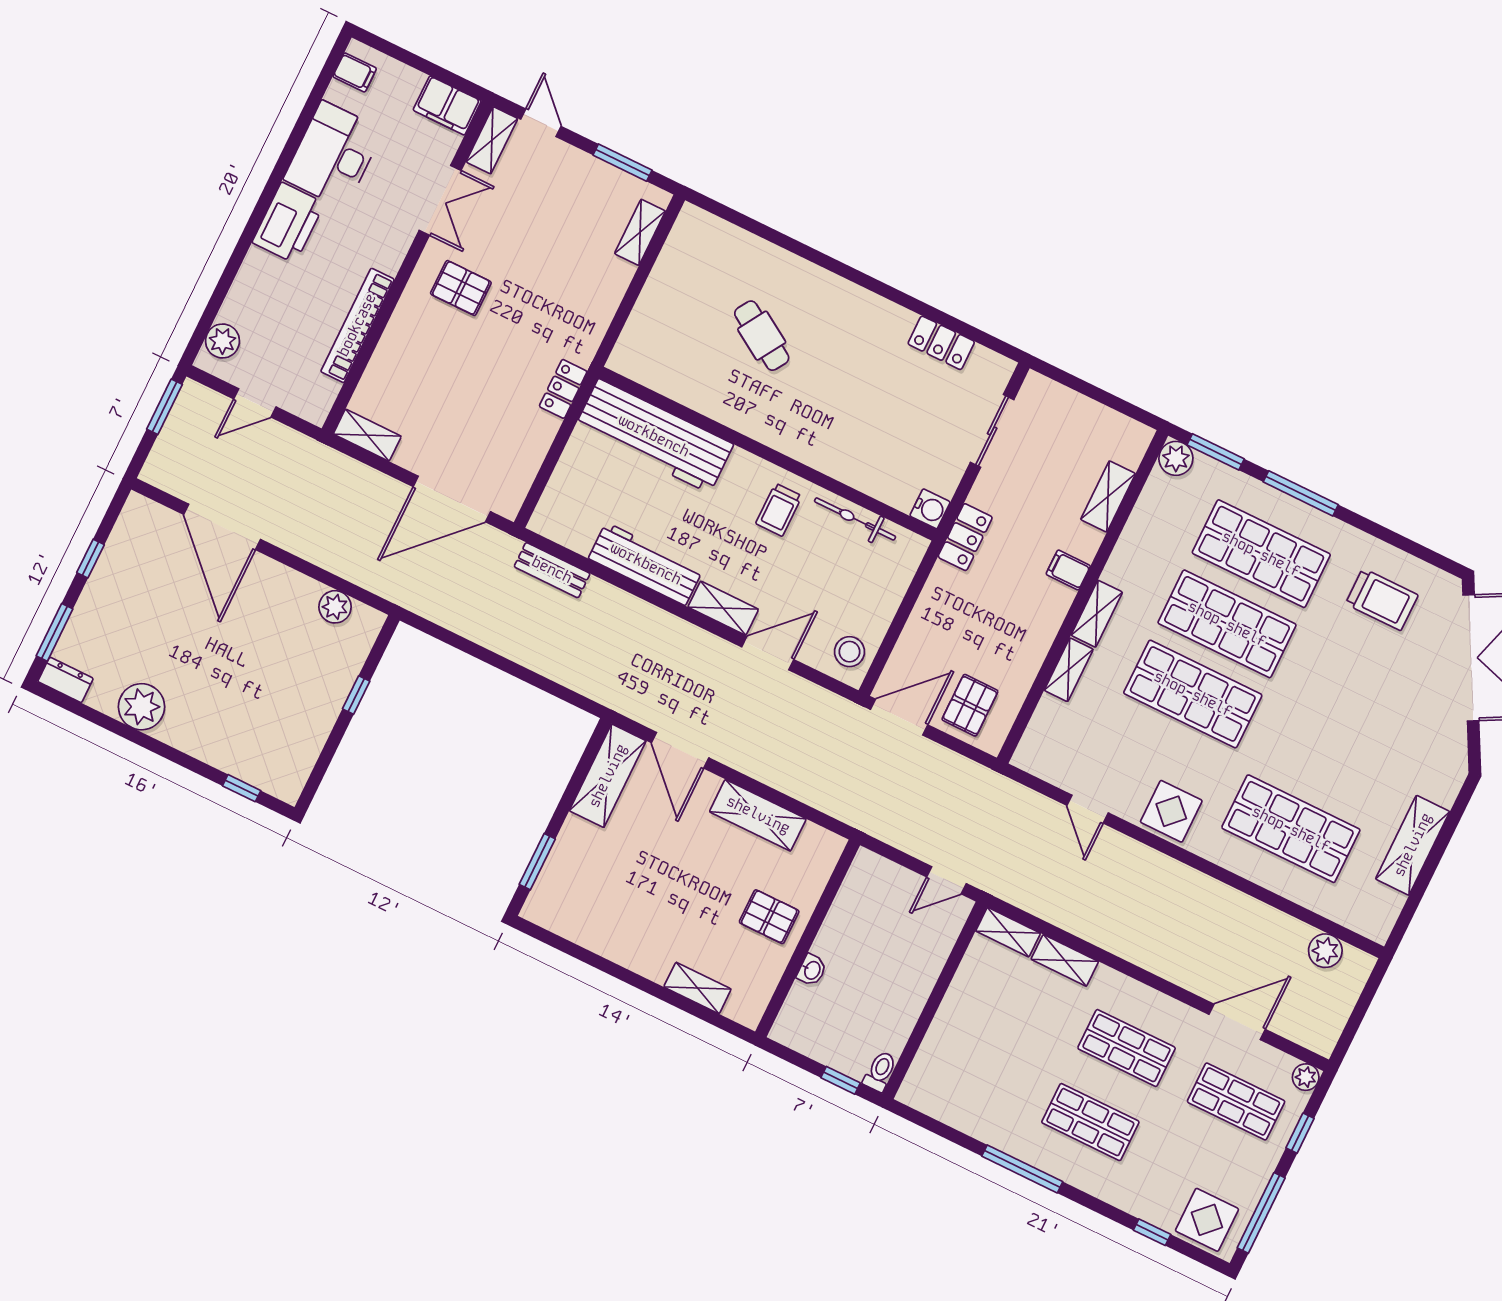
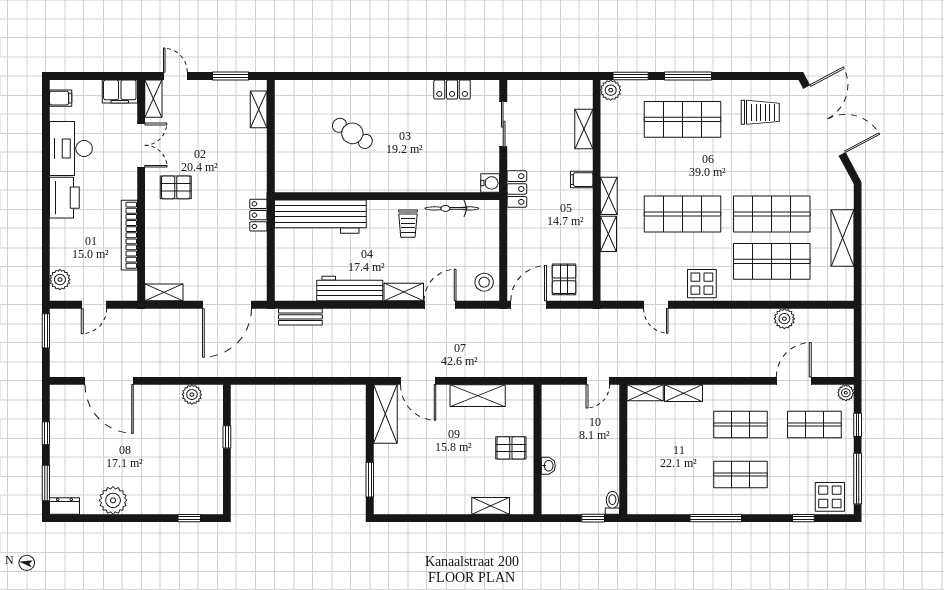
shop shelf: (1227, 624) -> (772, 214), moved
plant: (1325, 951) -> (784, 319), moved

